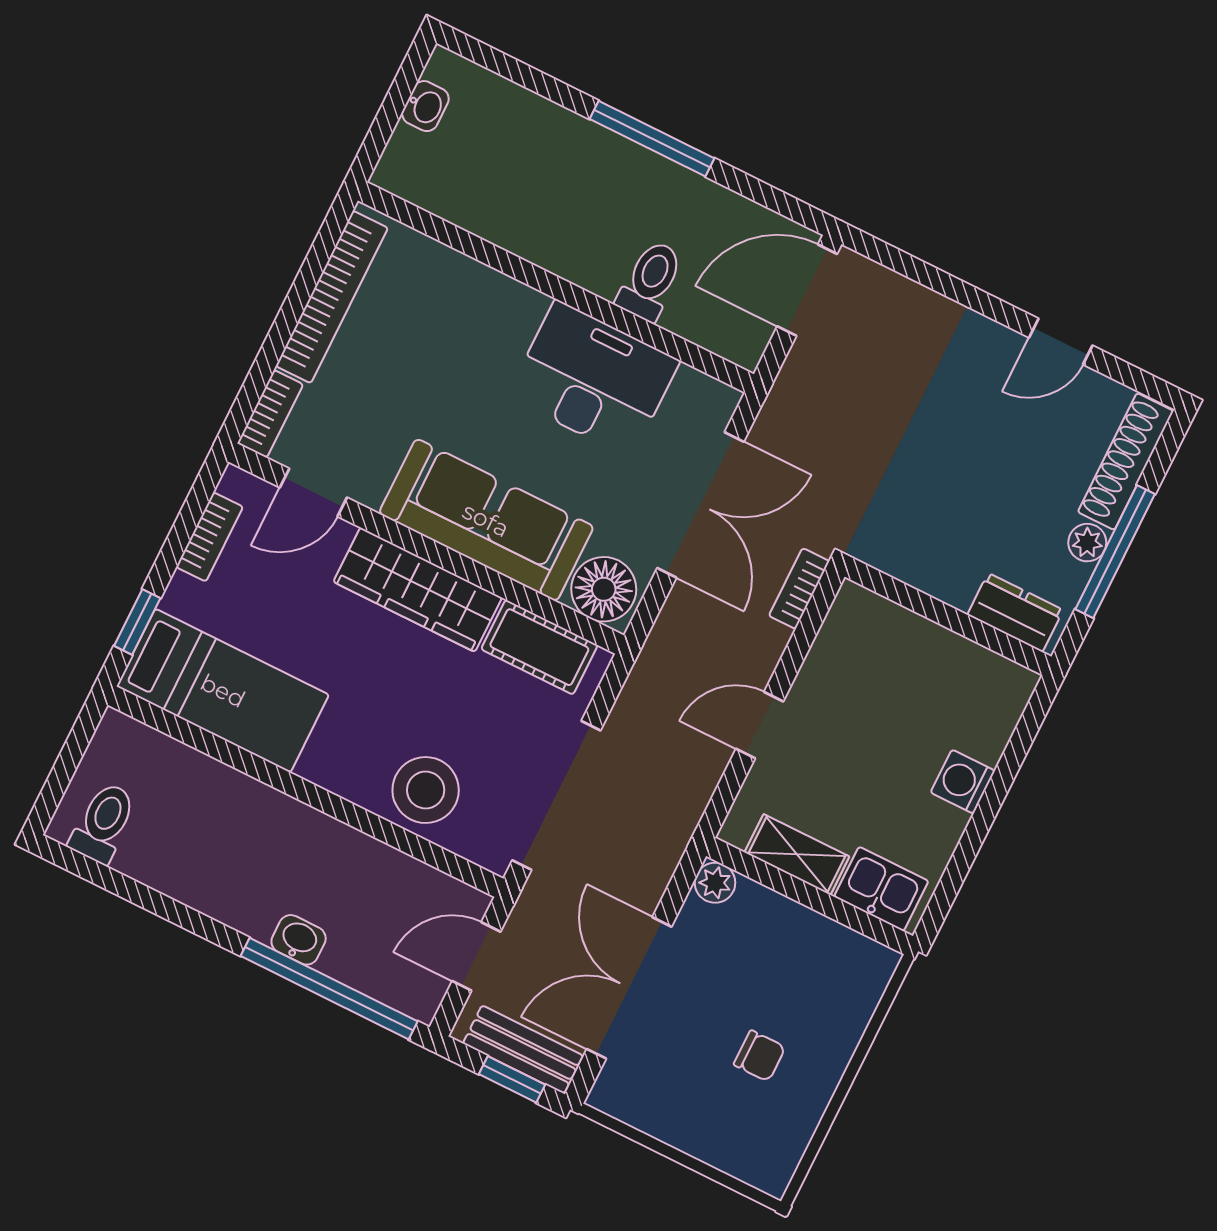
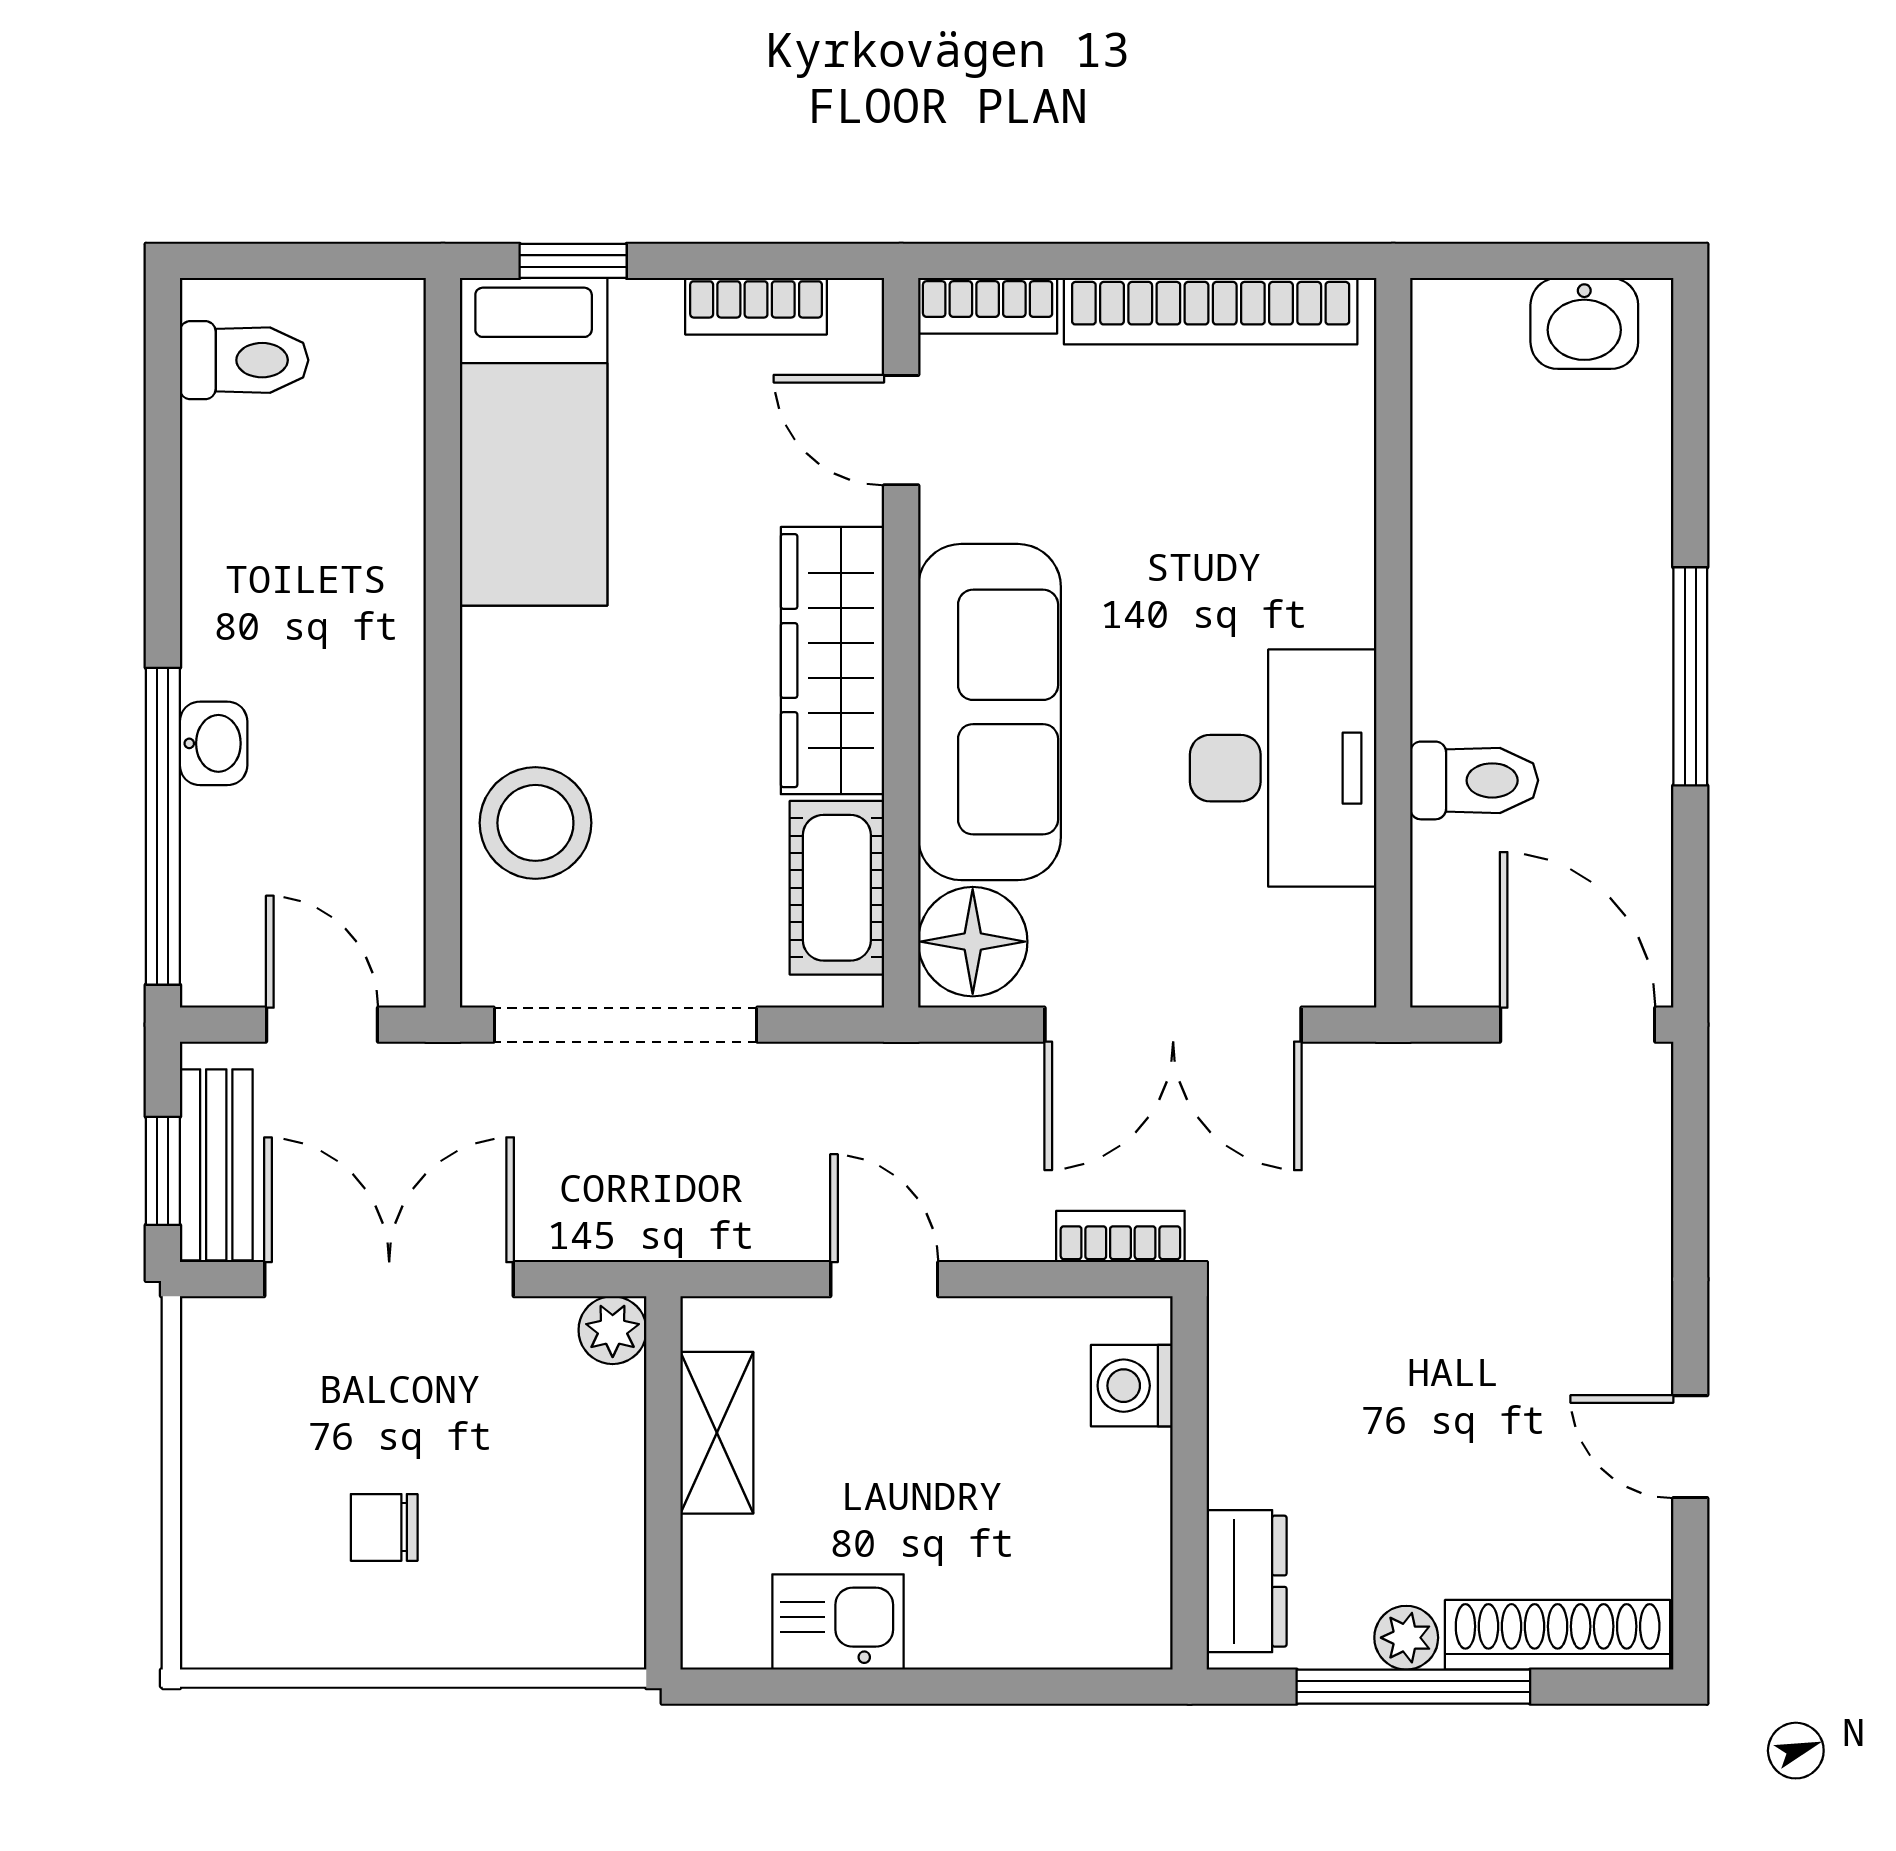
washbasin: (425, 106) -> (1584, 323), width x1.38, depth x1.45
washing machine: (963, 782) -> (1132, 1386), moved, turned -90
kitchen sink: (881, 889) -> (838, 1622), moved, turned -90
chair: (760, 1056) -> (384, 1527), turned 90

